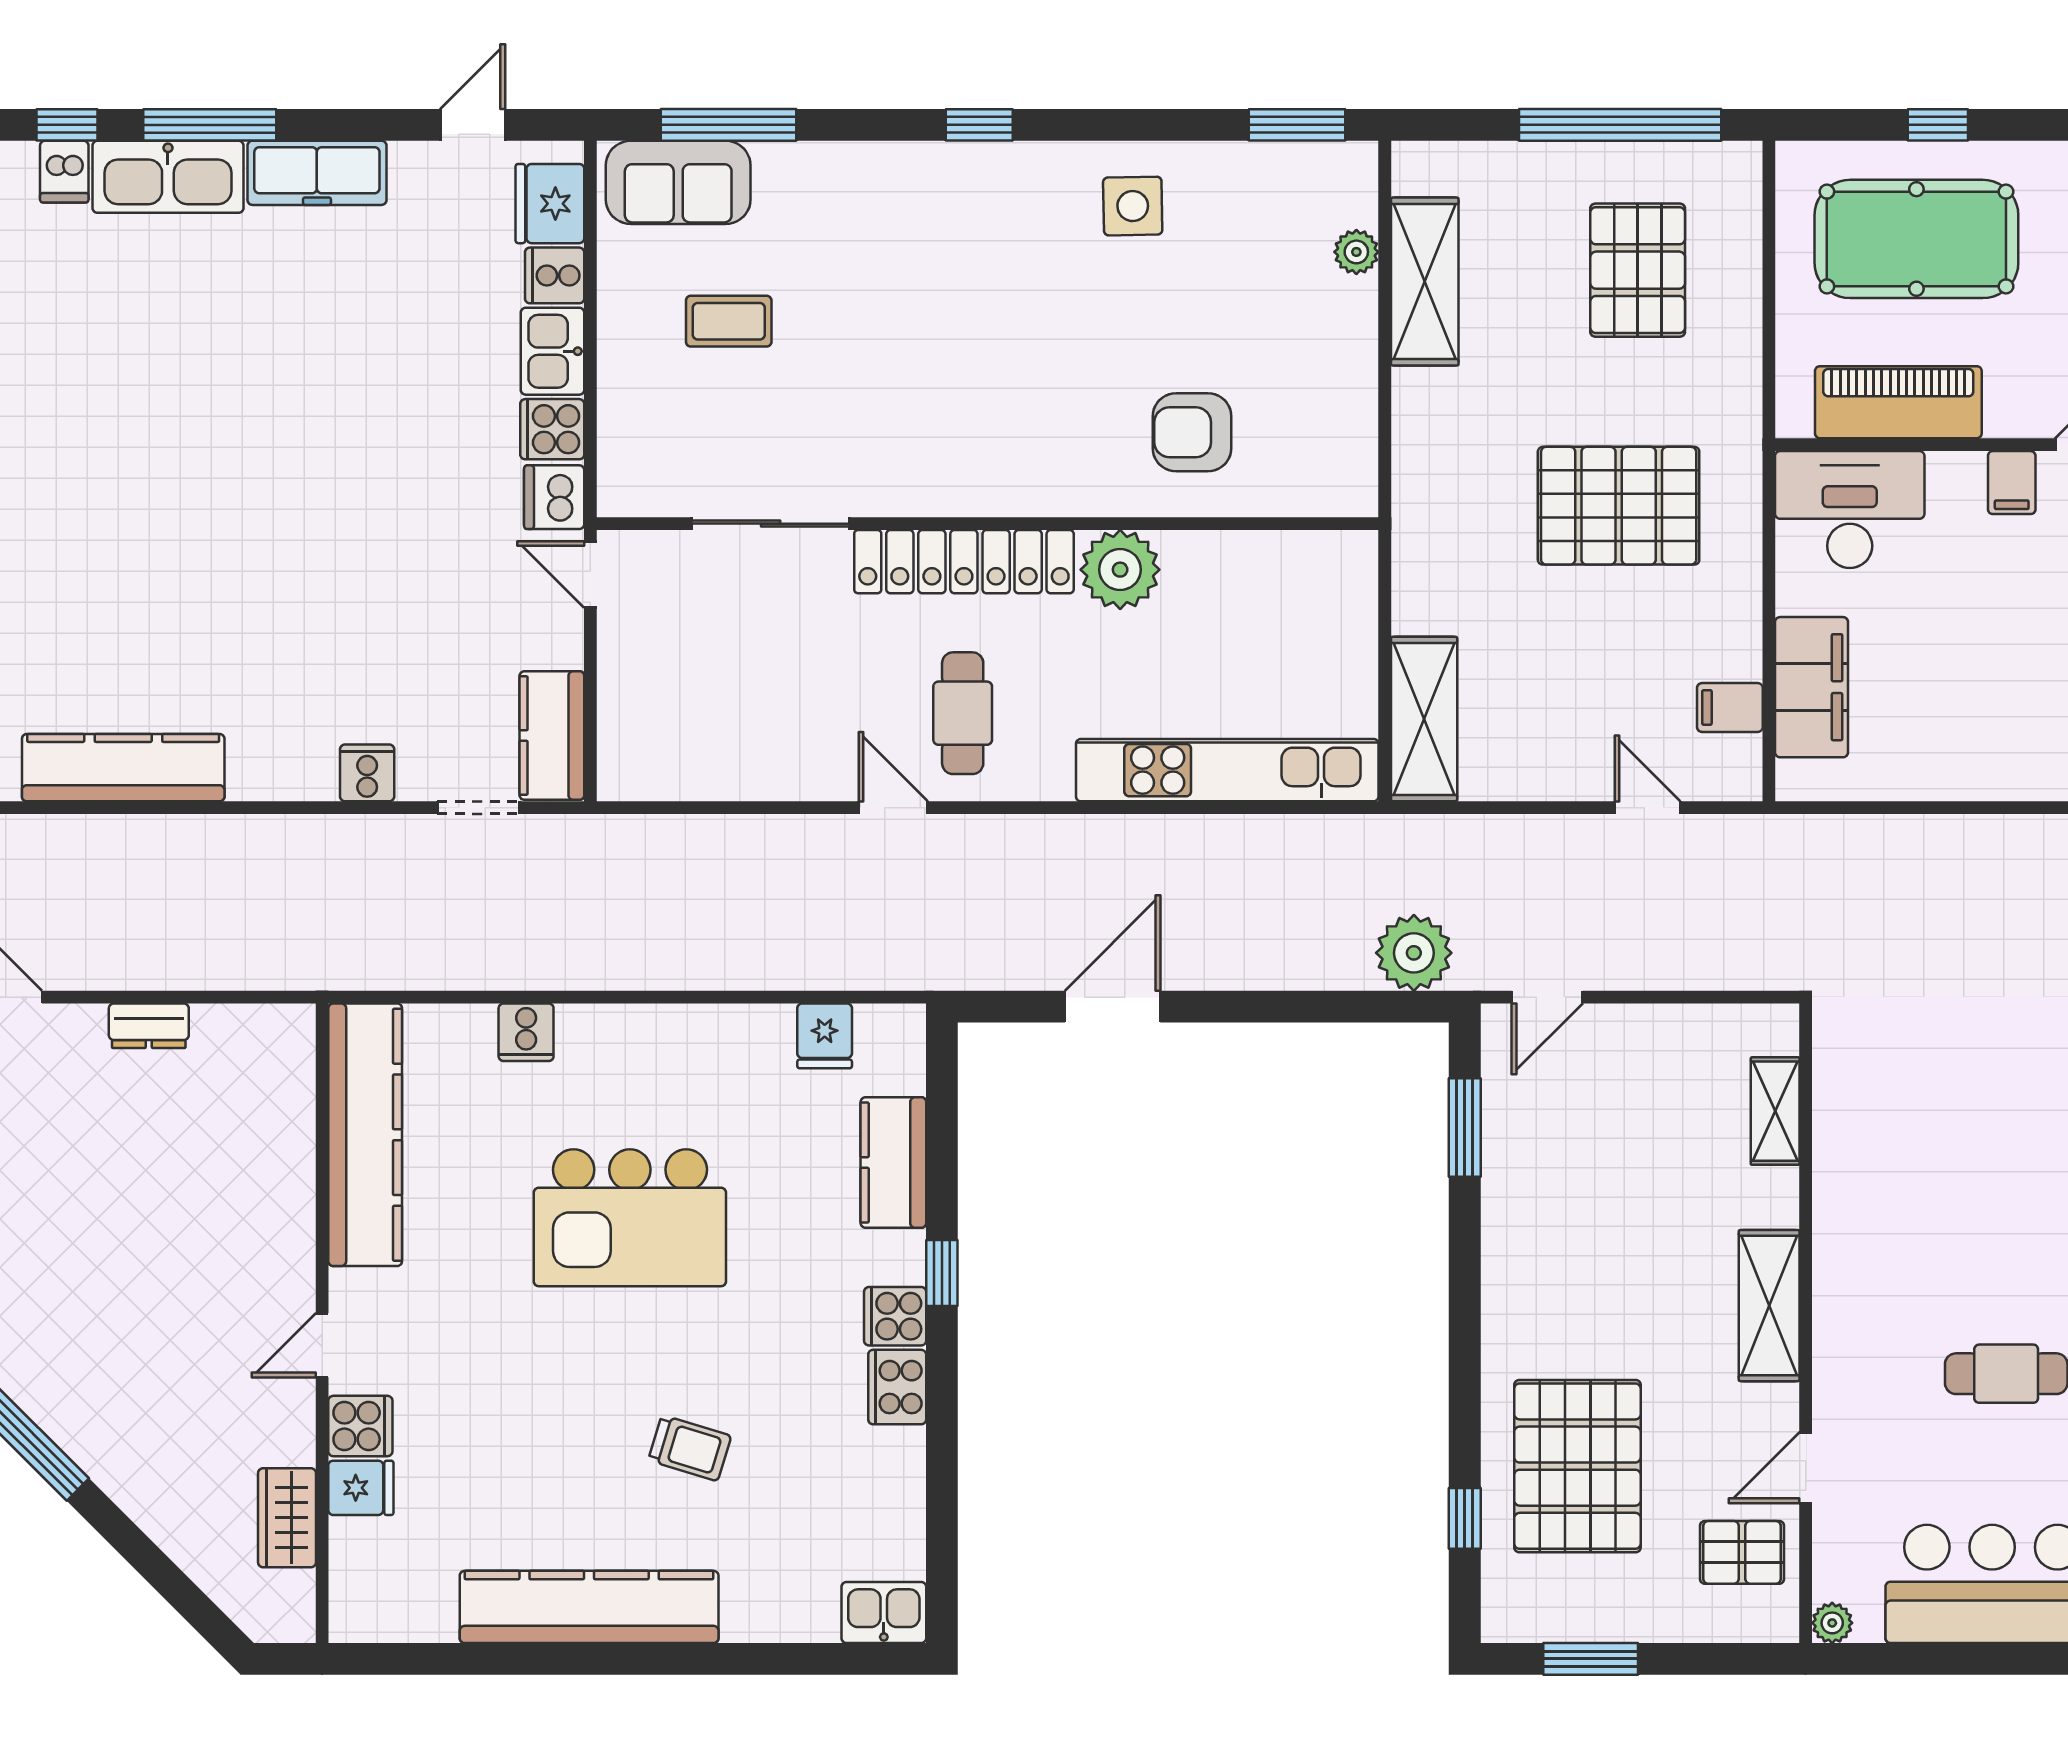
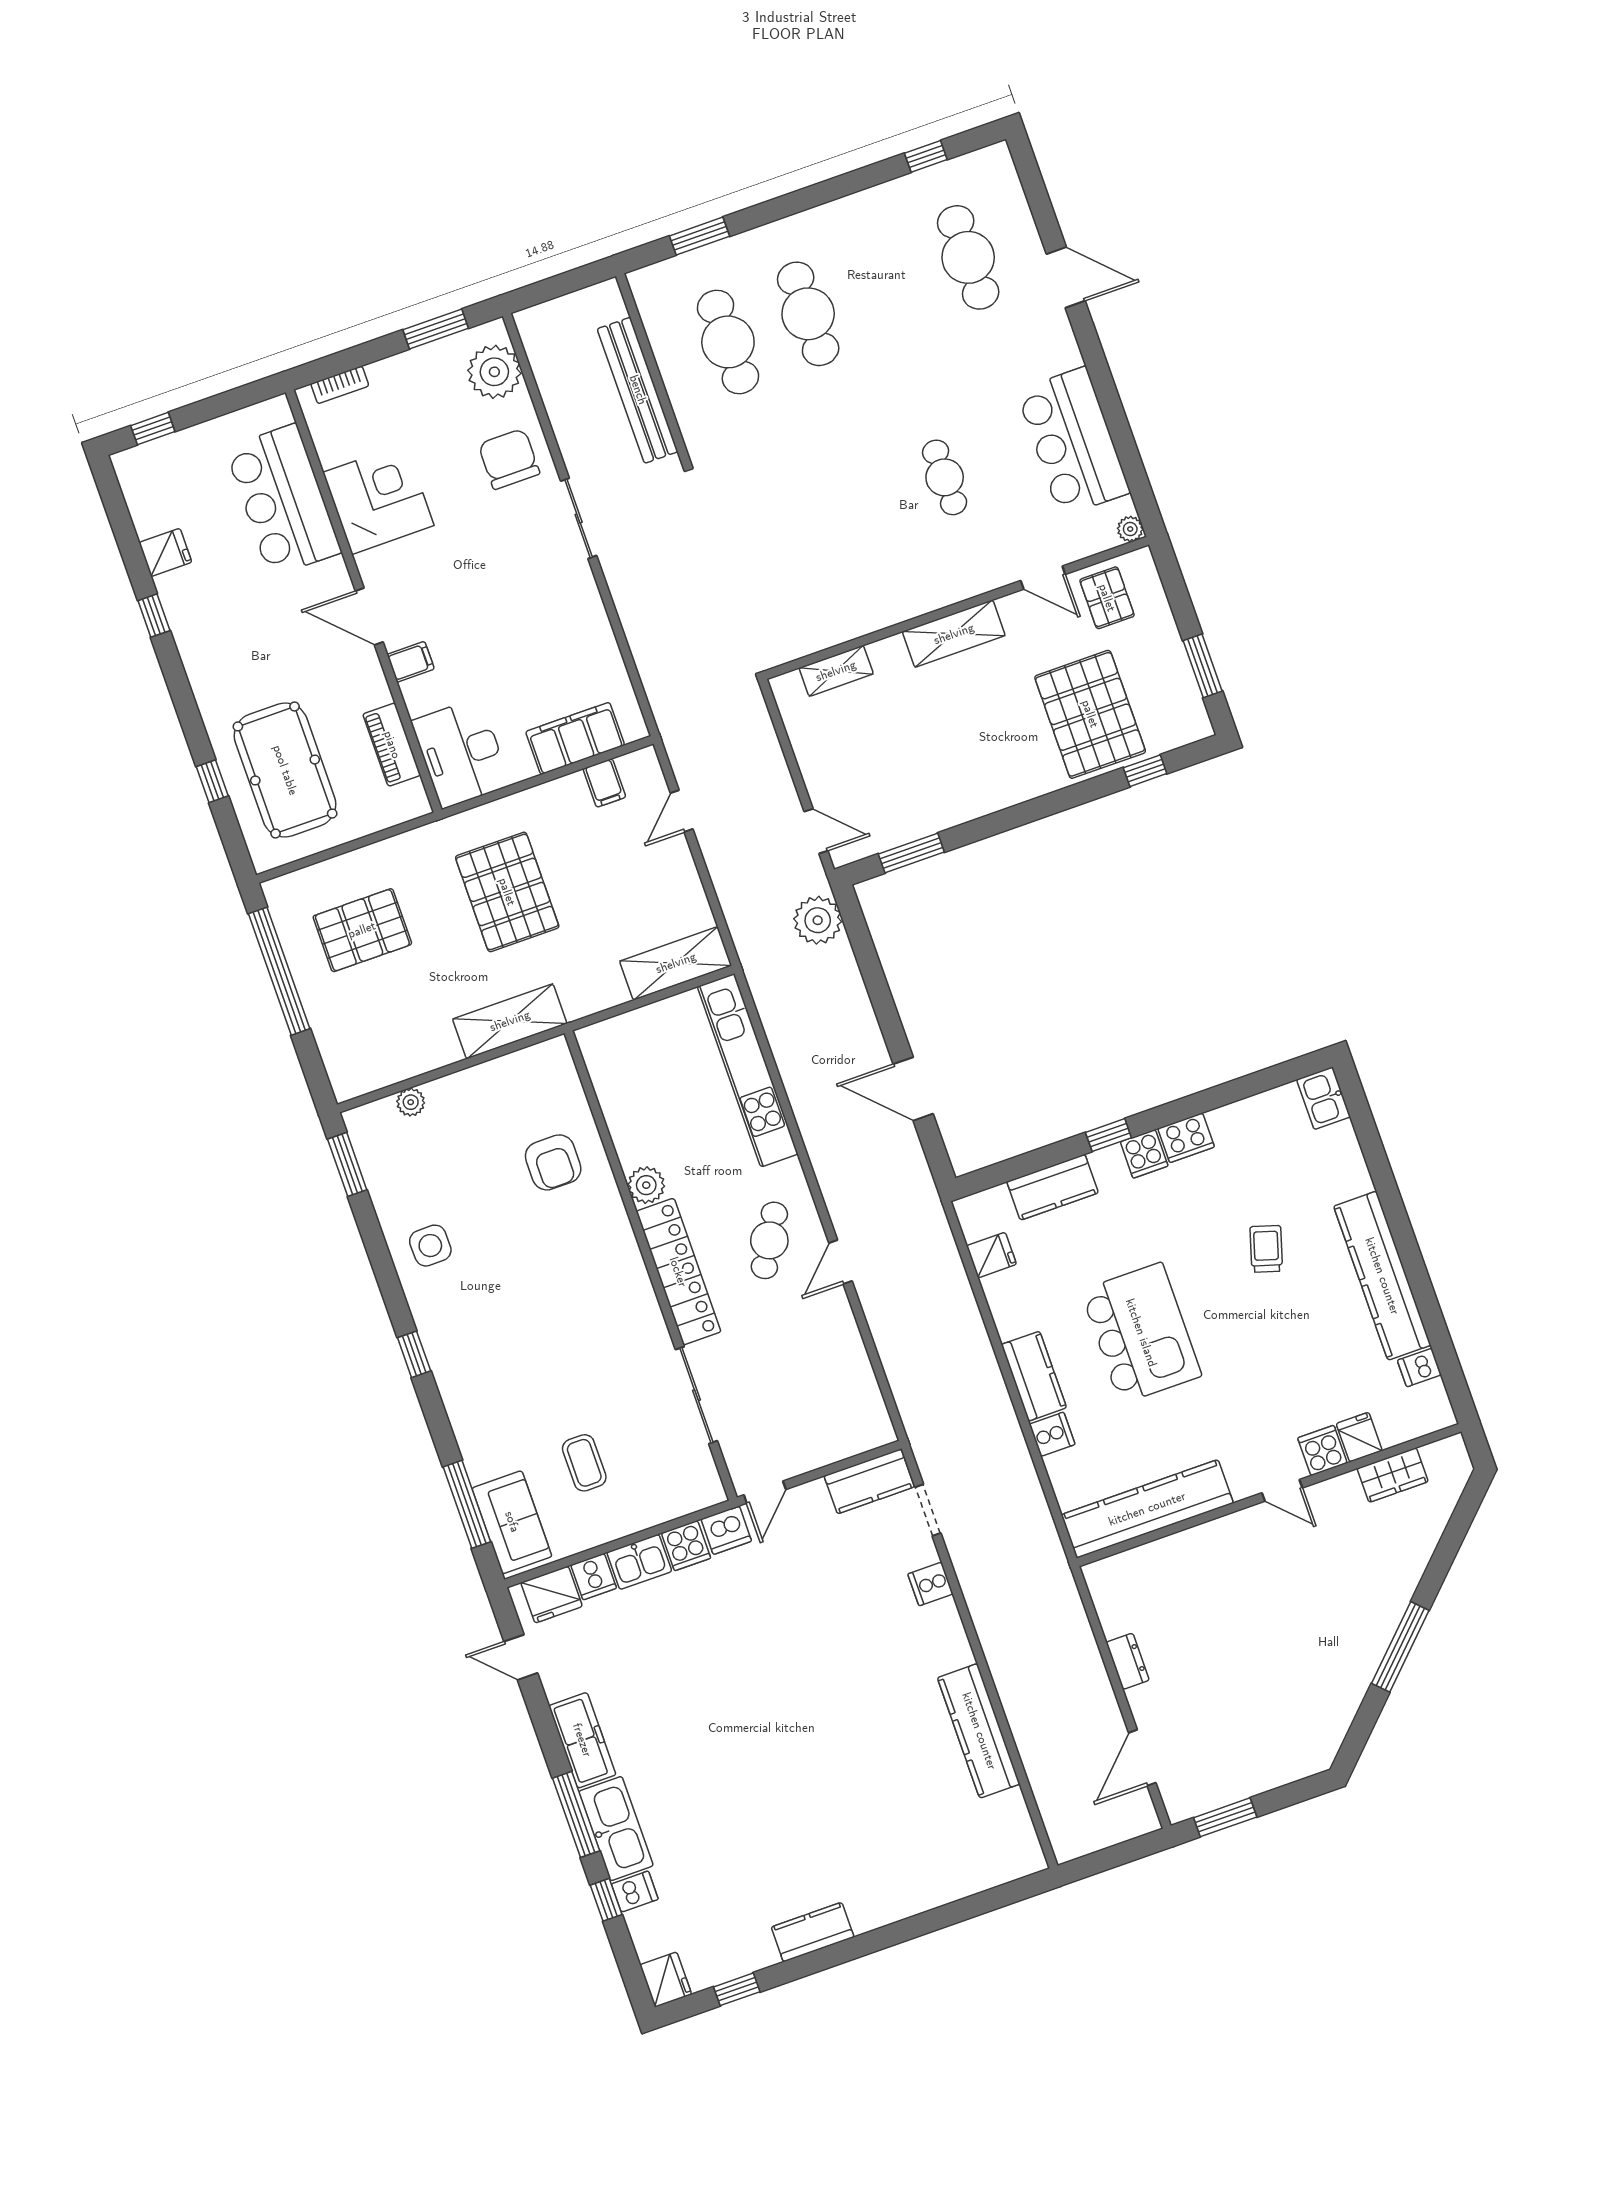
shelving: (1425, 282) -> (510, 1021), moved
piano: (1898, 402) -> (392, 745), width x0.73, depth x0.75
plant: (1120, 570) -> (646, 1185), width x0.73, depth x0.73
cafe table: (963, 713) -> (769, 1240), turned -60
kitchen counter: (622, 1036) -> (1034, 1376), added
pallet: (1577, 1466) -> (1090, 714), turned 90
dishwasher: (433, 1614) -> (1419, 1367), added

